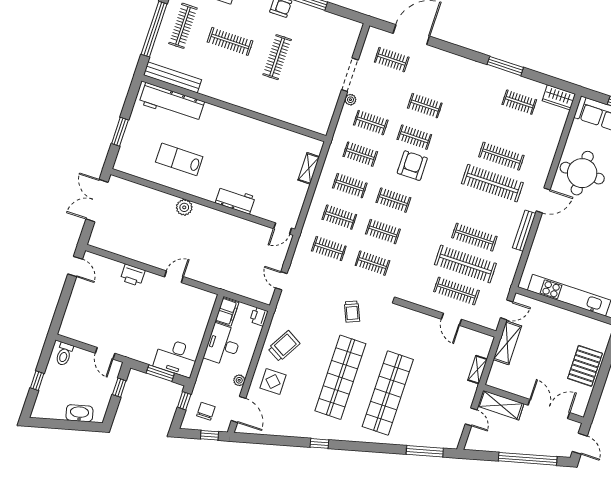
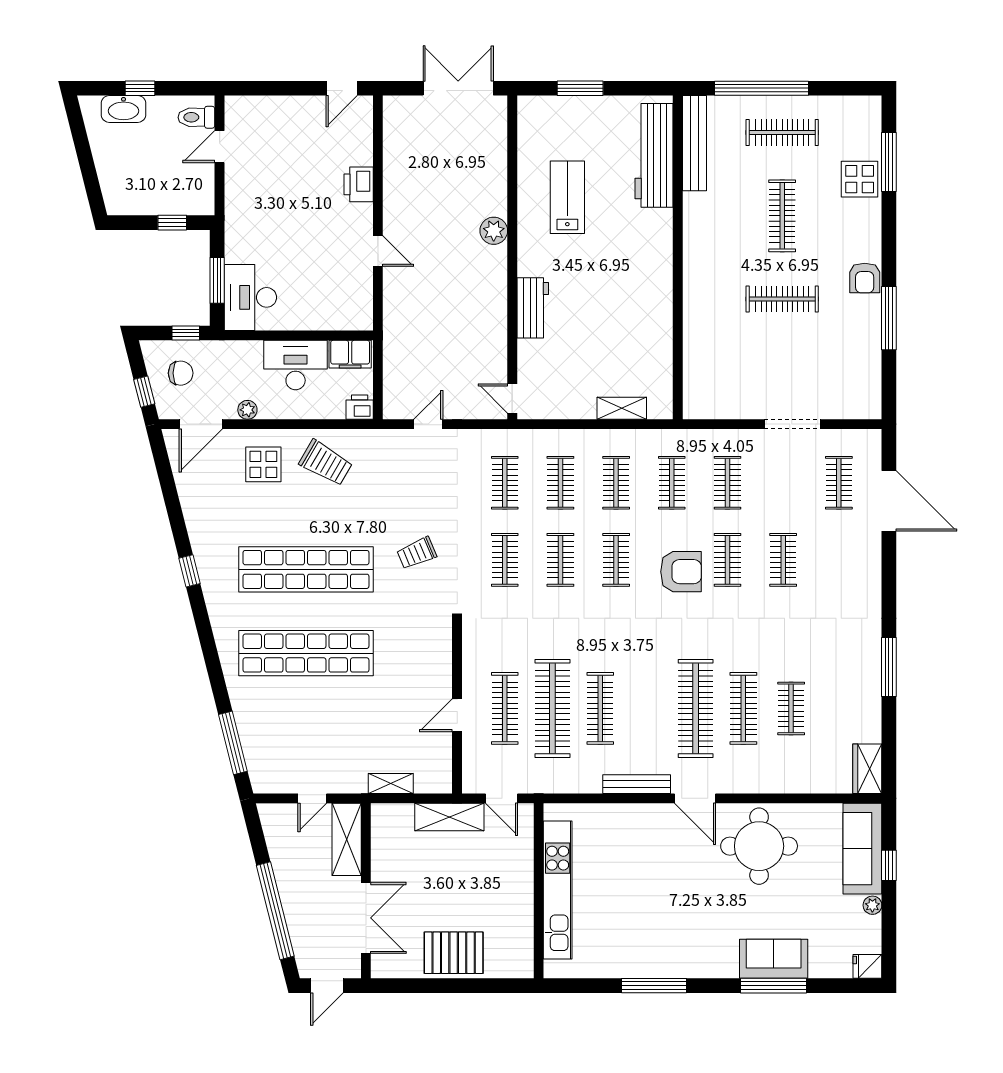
plant: (350, 100) -> (753, 438), removed
clothes rail: (519, 102) -> (791, 708), moved
door: (105, 353) -> (220, 147), moved
washbasin: (79, 413) -> (124, 109), moved, turned 104

